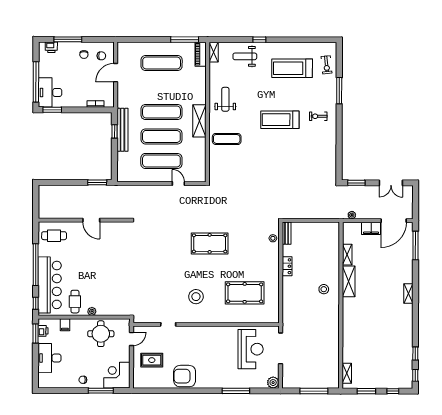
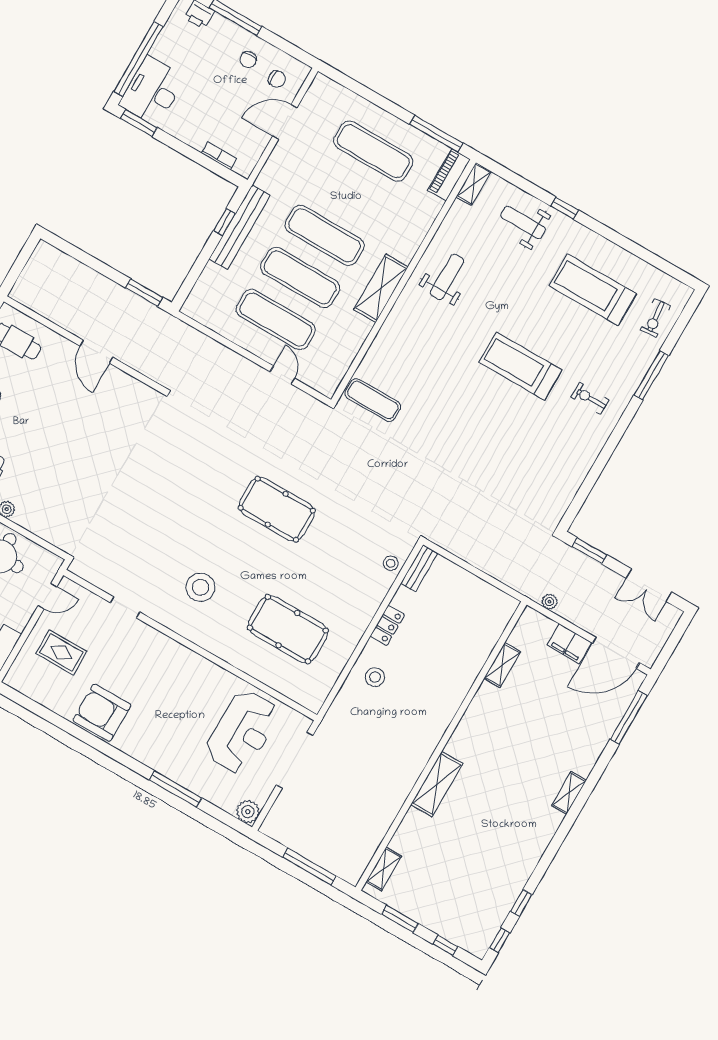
exercise mat: (227, 139) -> (373, 400), moved
shelving: (349, 281) -> (437, 784), moved
stool: (324, 289) -> (375, 677), moved

